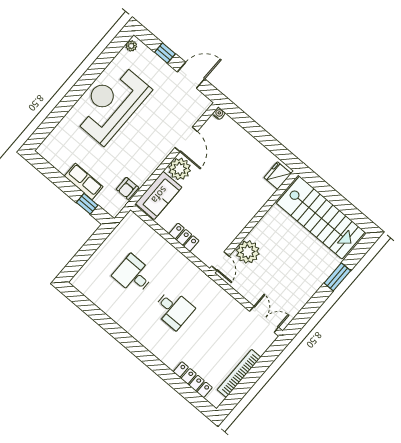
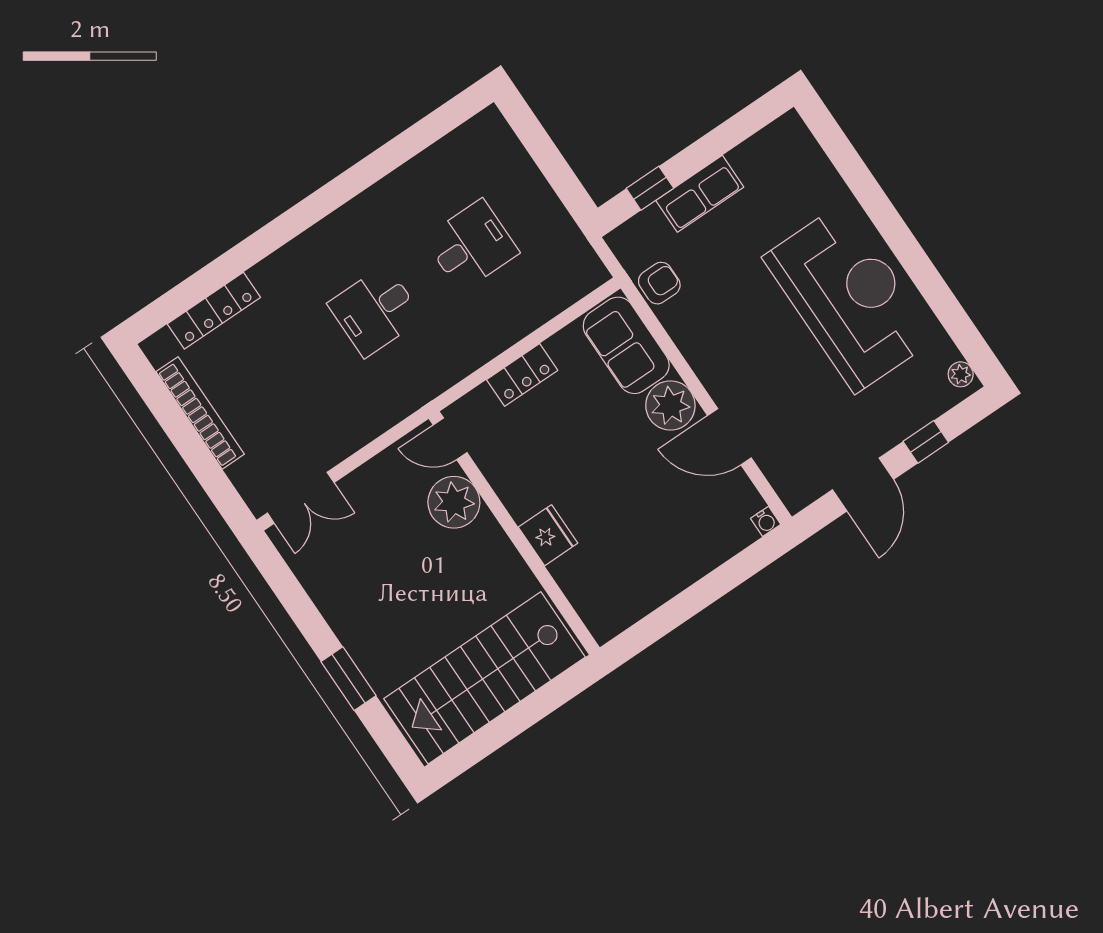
fridge: (278, 176) -> (548, 535), moved
armchair: (127, 188) -> (659, 283), turned 90

